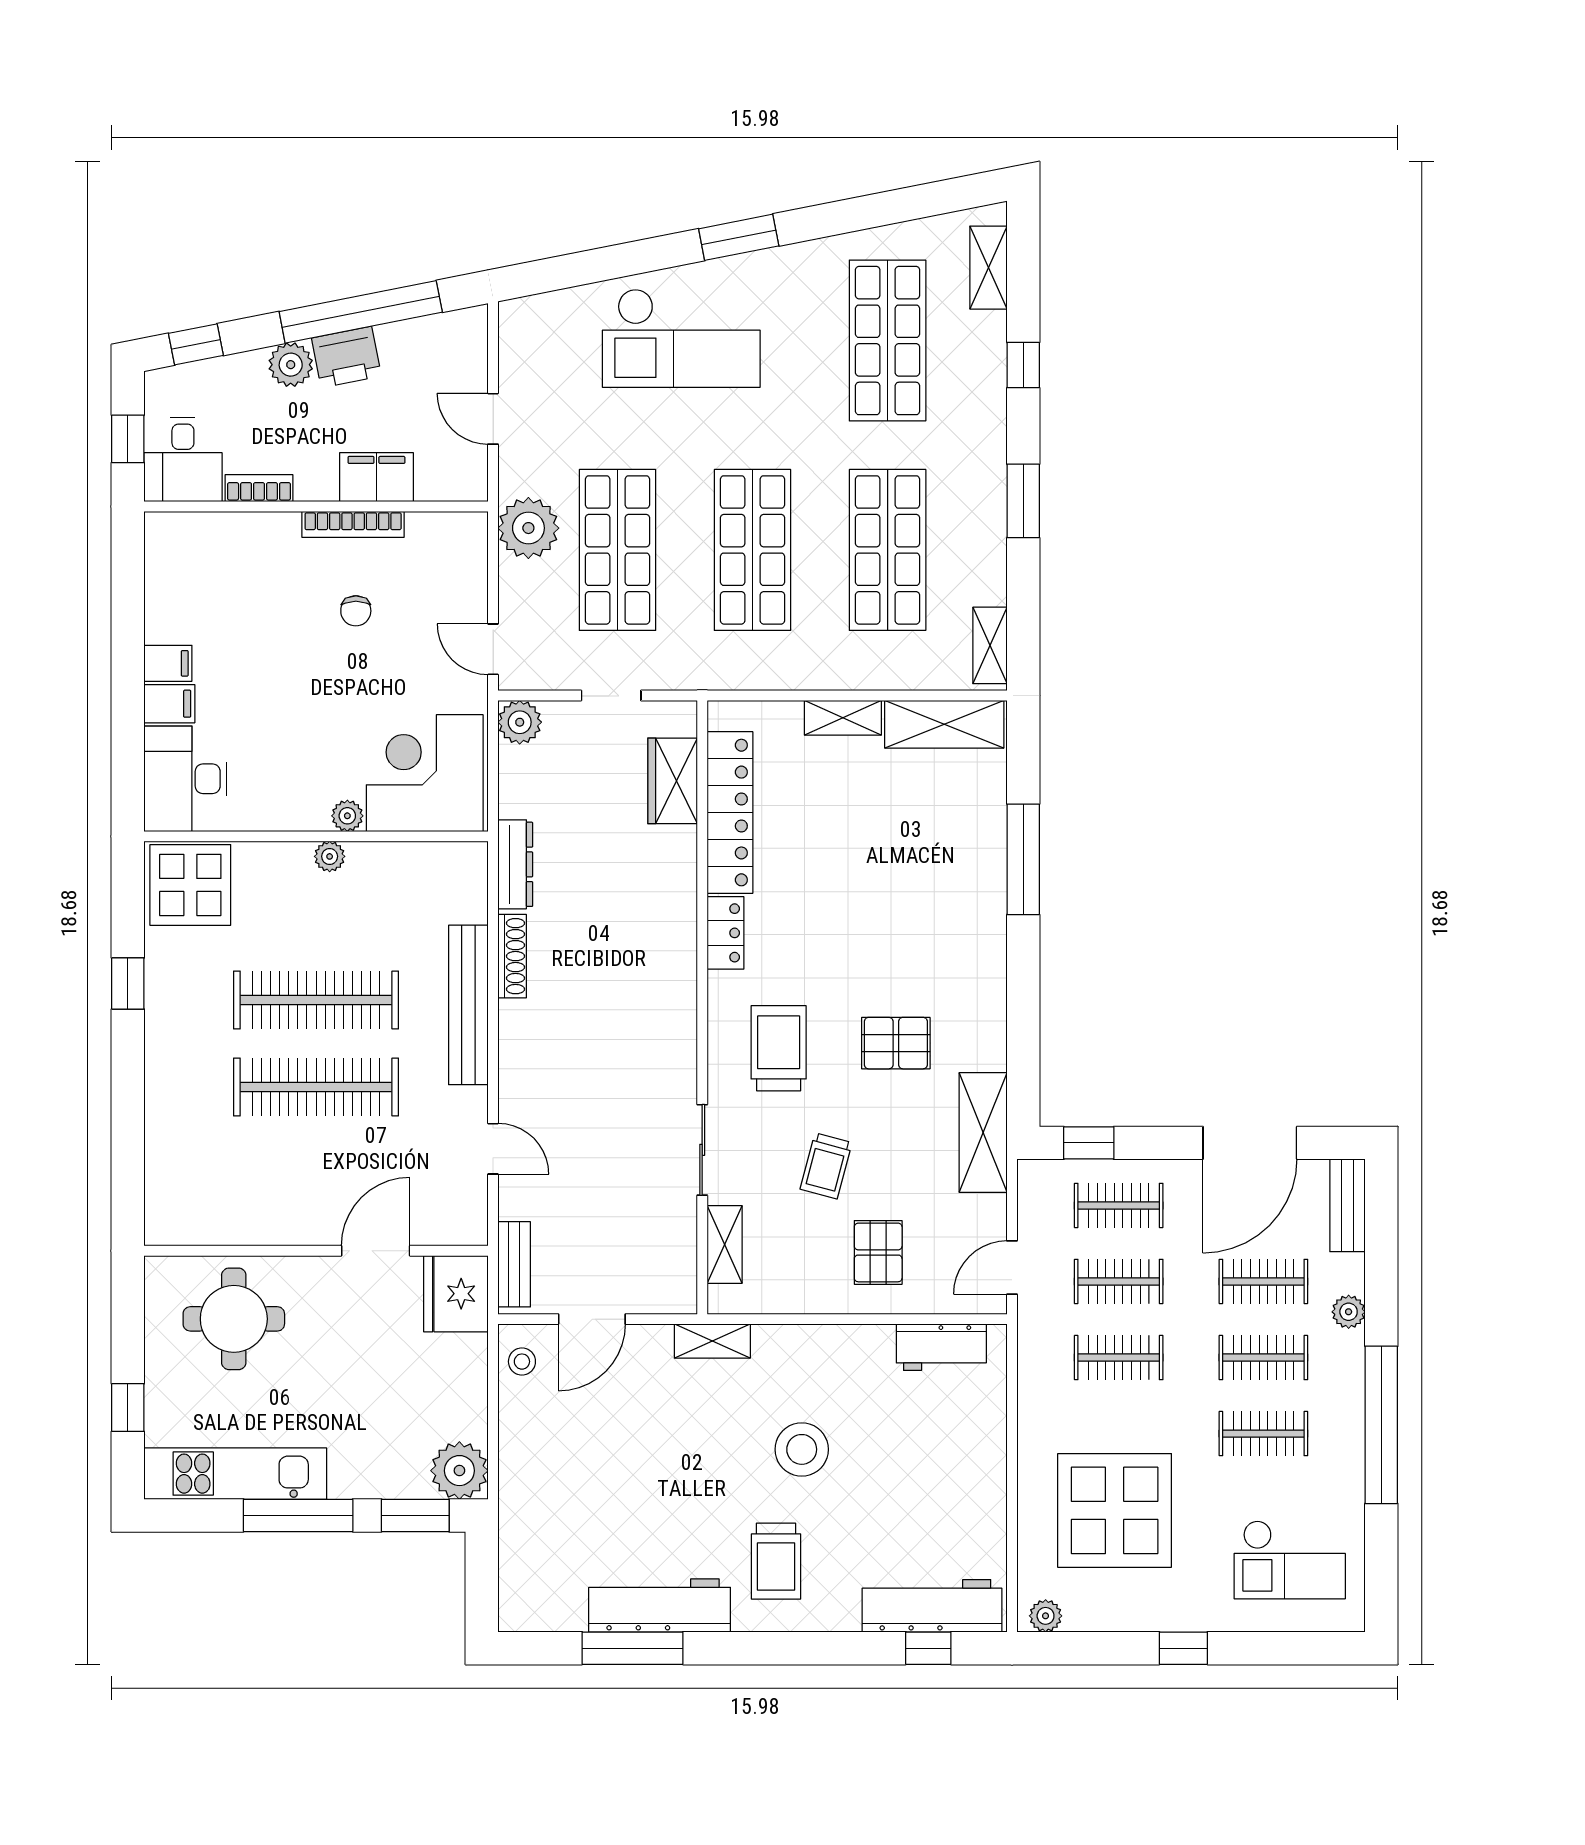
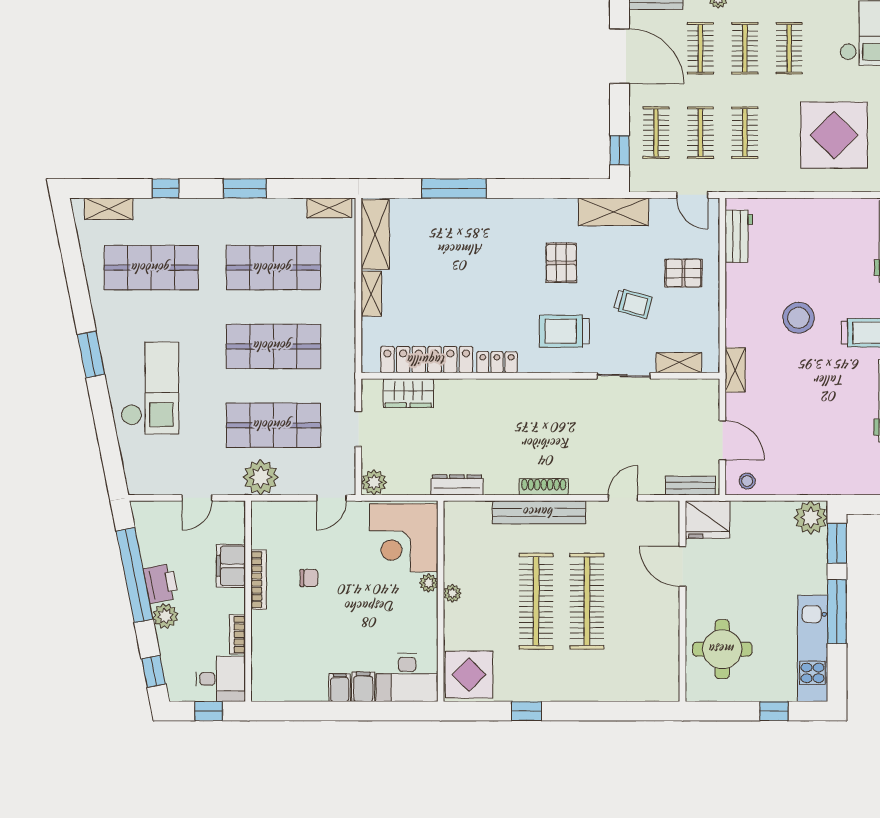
shoe rack: (512, 956) -> (544, 487), moved

